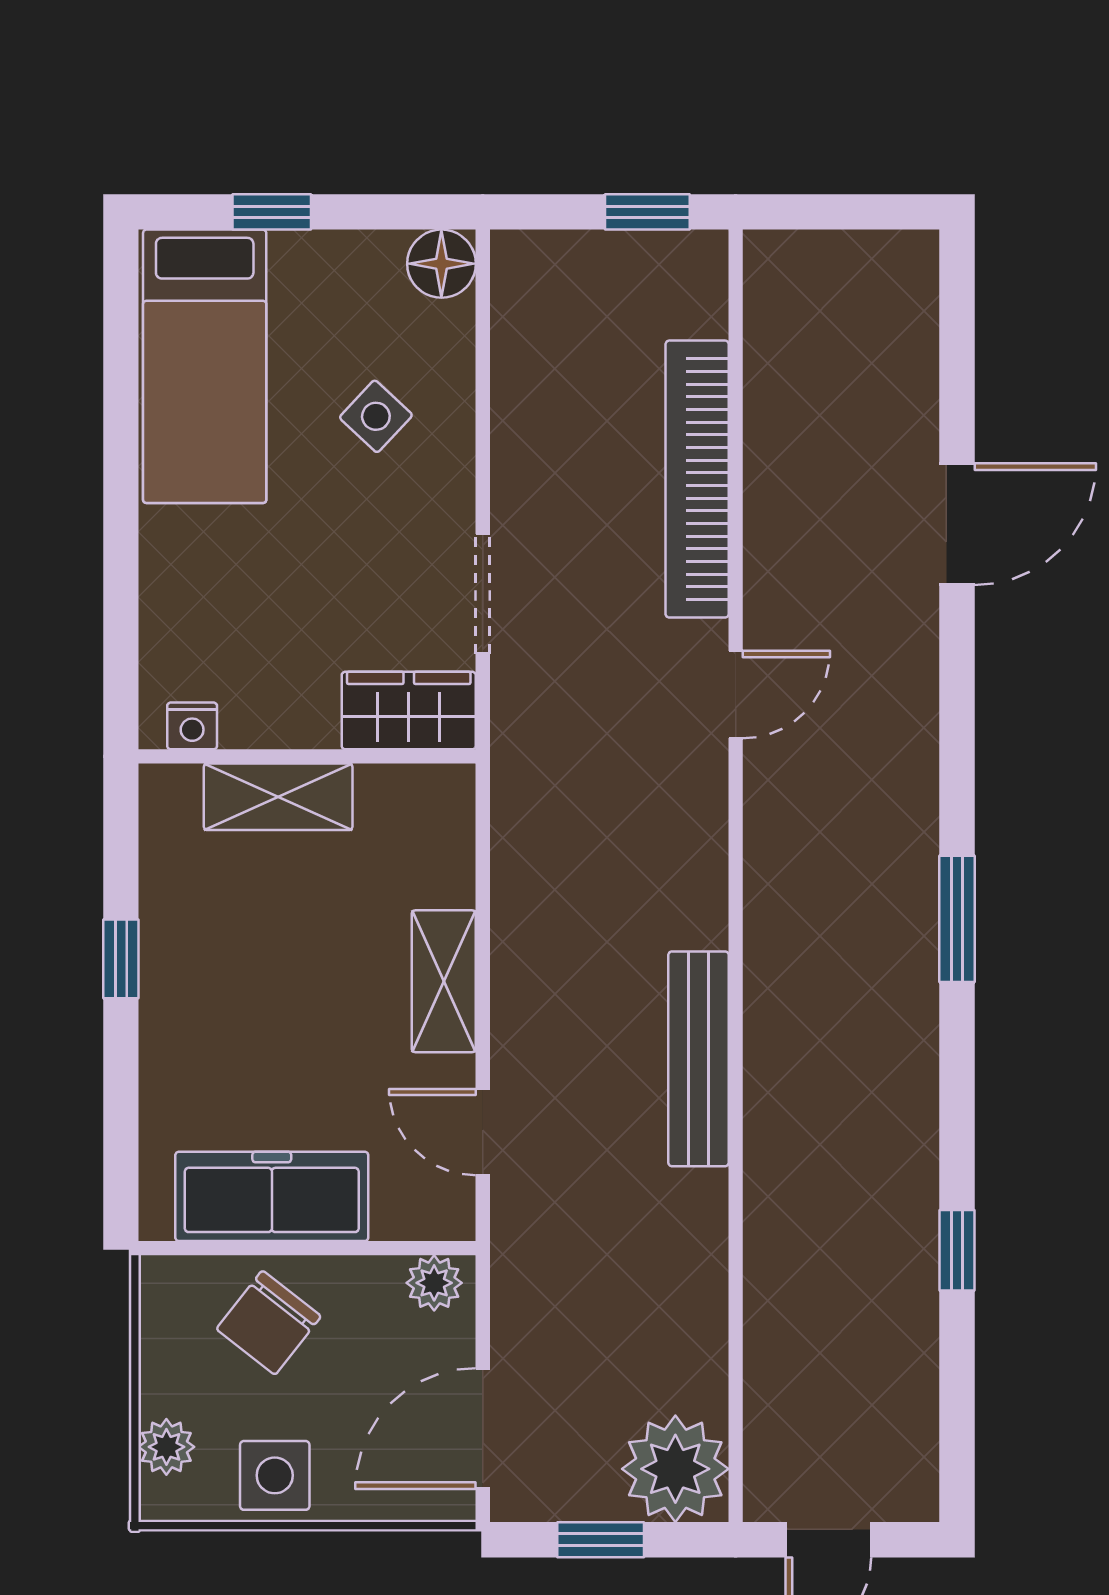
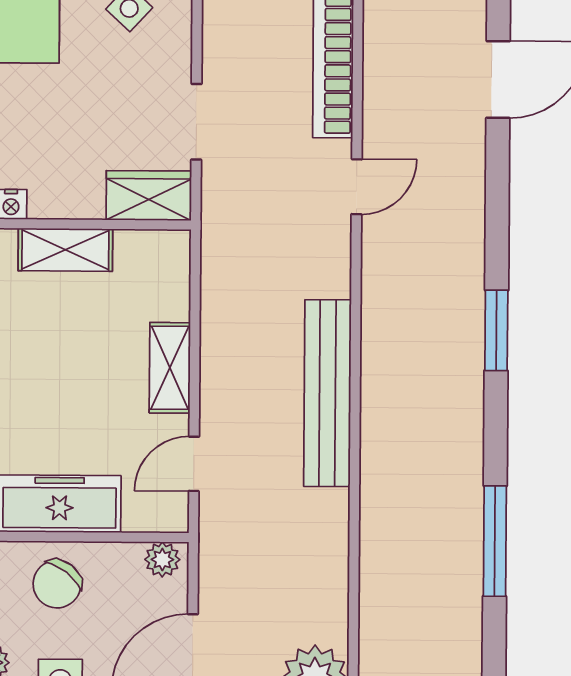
bench: (699, 1059) -> (327, 393), width x1.37, depth x1.21
door: (483, 1132) -> (194, 464), hinge flipped
window: (957, 1250) -> (495, 541), width x2.17

